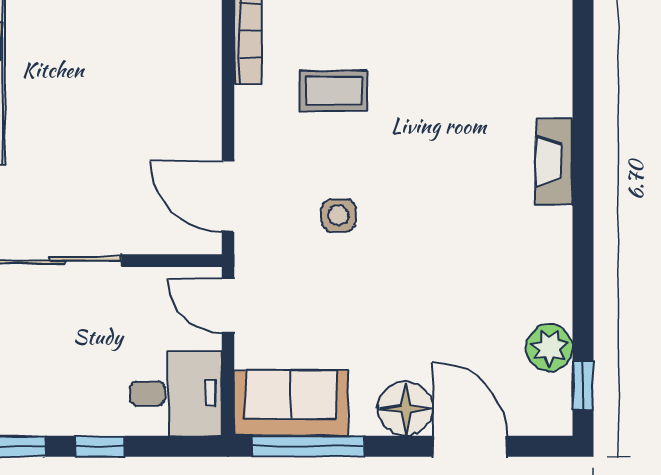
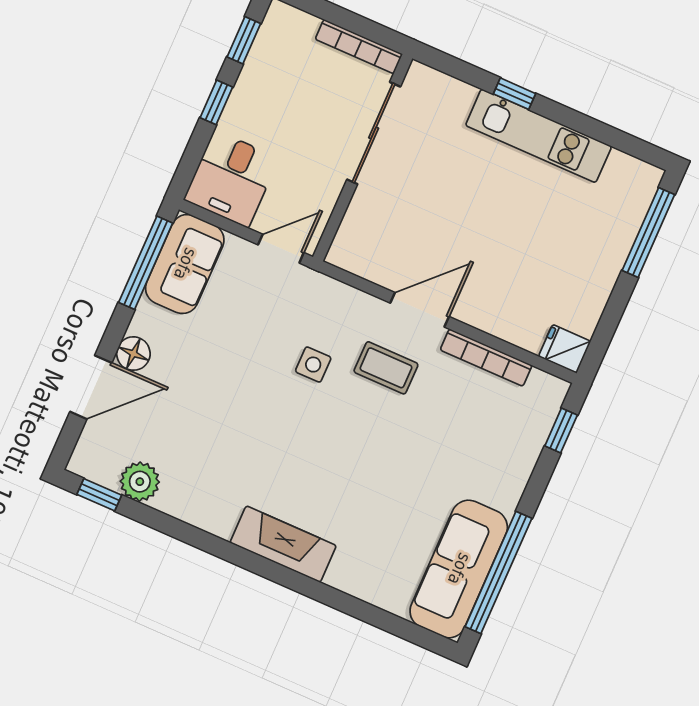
coffee table: (334, 91) -> (386, 368), moved, turned 90
fireplace: (554, 162) -> (283, 544), width x1.37, depth x1.32
door: (228, 196) -> (420, 310), moved
floor lamp: (406, 409) -> (133, 354), width x0.73, depth x0.73

